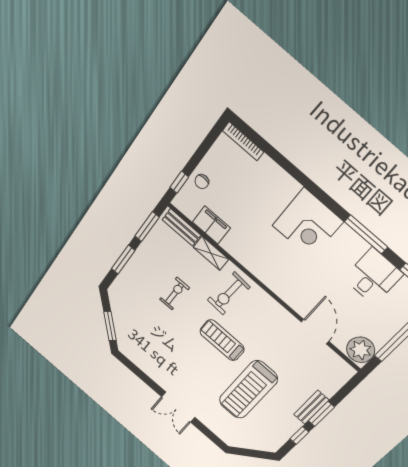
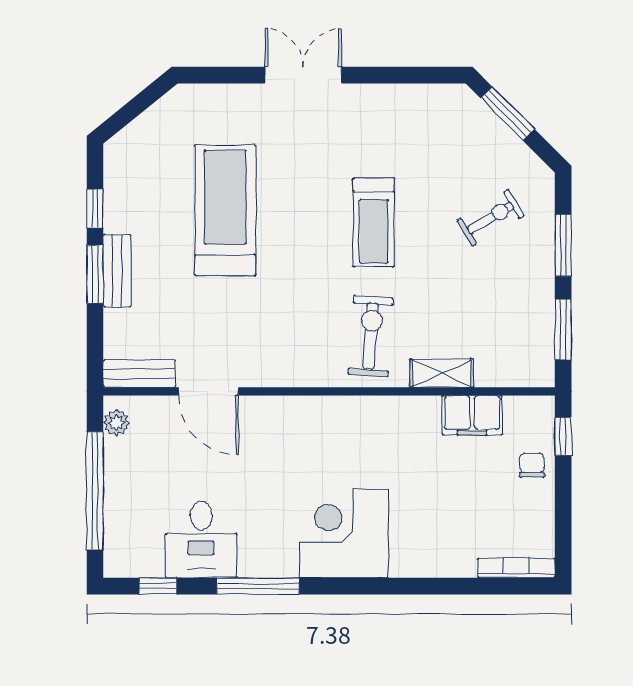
bench: (182, 227) -> (139, 374), moved
exercise bike: (174, 294) -> (490, 218), moved, turned -121
treadmill: (222, 340) -> (374, 222), moved, turned 90
plant: (361, 350) -> (116, 423), width x0.53, depth x0.53

